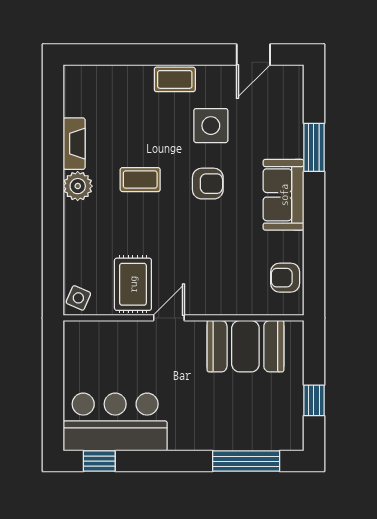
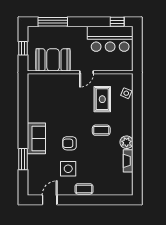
coffee table: (140, 180) -> (101, 130), moved
armchair: (285, 278) -> (36, 102), removed
door: (169, 318) -> (87, 72), moved
wall: (184, 318) -> (80, 72), moved
booth: (245, 346) -> (53, 60), moved

